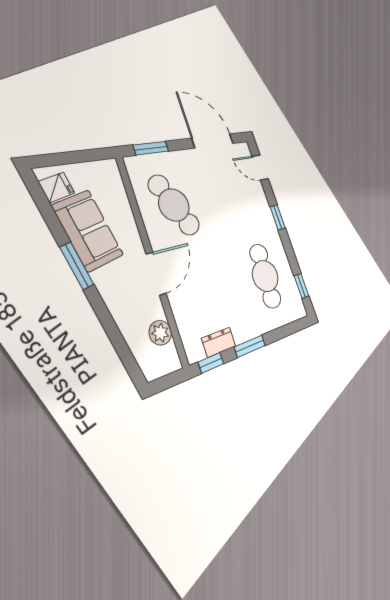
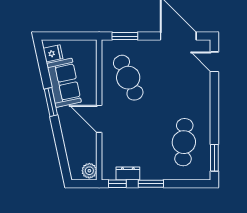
window: (278, 217) -> (214, 103), removed
door: (156, 274) -> (99, 119), swing flipped
window: (301, 286) -> (214, 158), width x1.50
plant: (160, 333) -> (89, 171), moved

